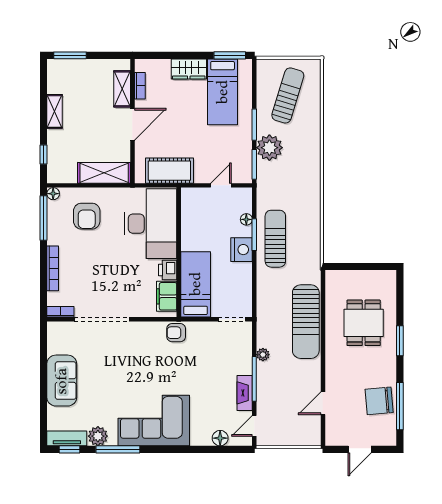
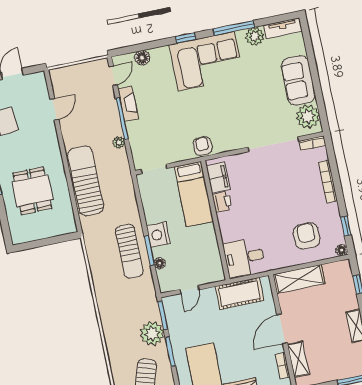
window: (44, 218) -> (346, 226), width x0.46
desk: (150, 224) -> (244, 257), width x0.53, depth x0.77
armchair: (176, 333) -> (202, 146), turned -90
plant: (60, 341) -> (308, 116), added
window: (69, 449) -> (186, 38), moved

